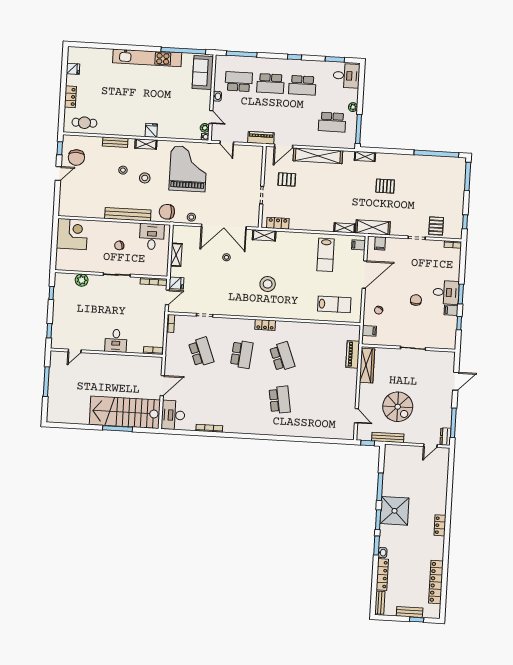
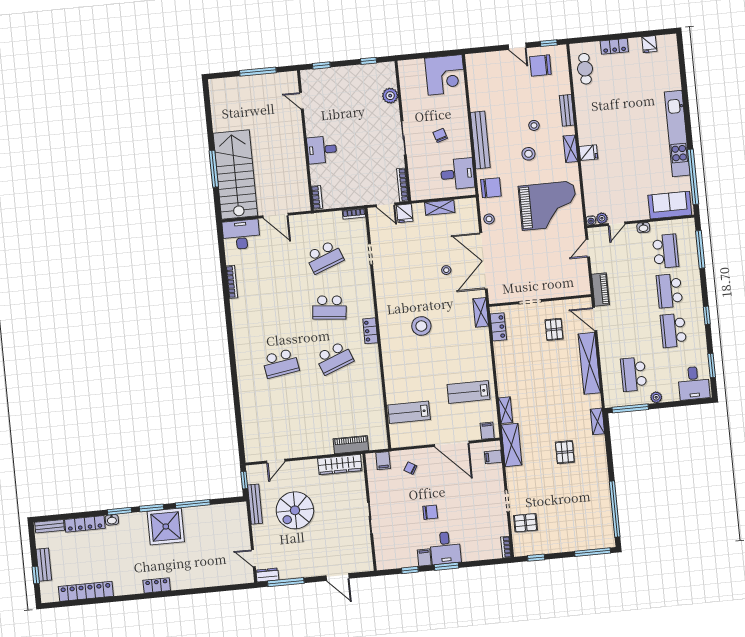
chair: (167, 212) -> (491, 188), turned 90
lab bench: (334, 304) -> (409, 412), turned 90

